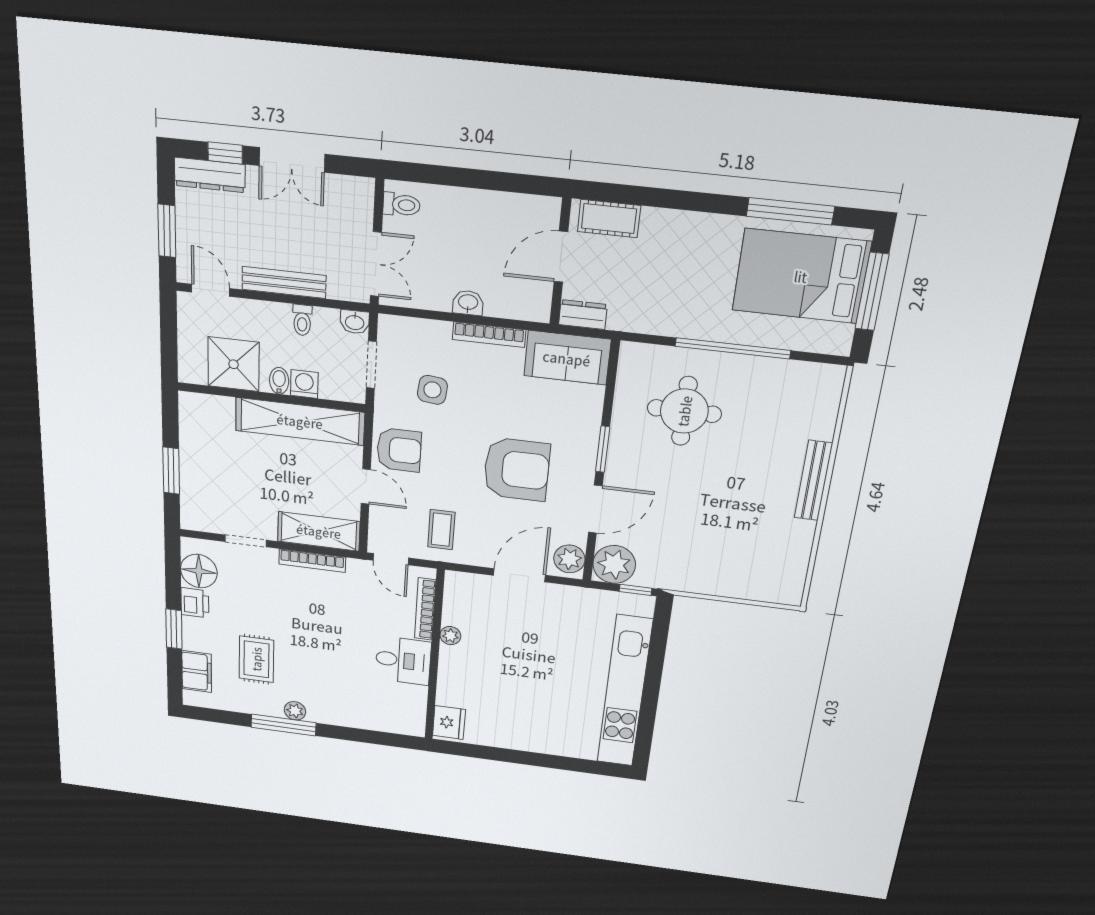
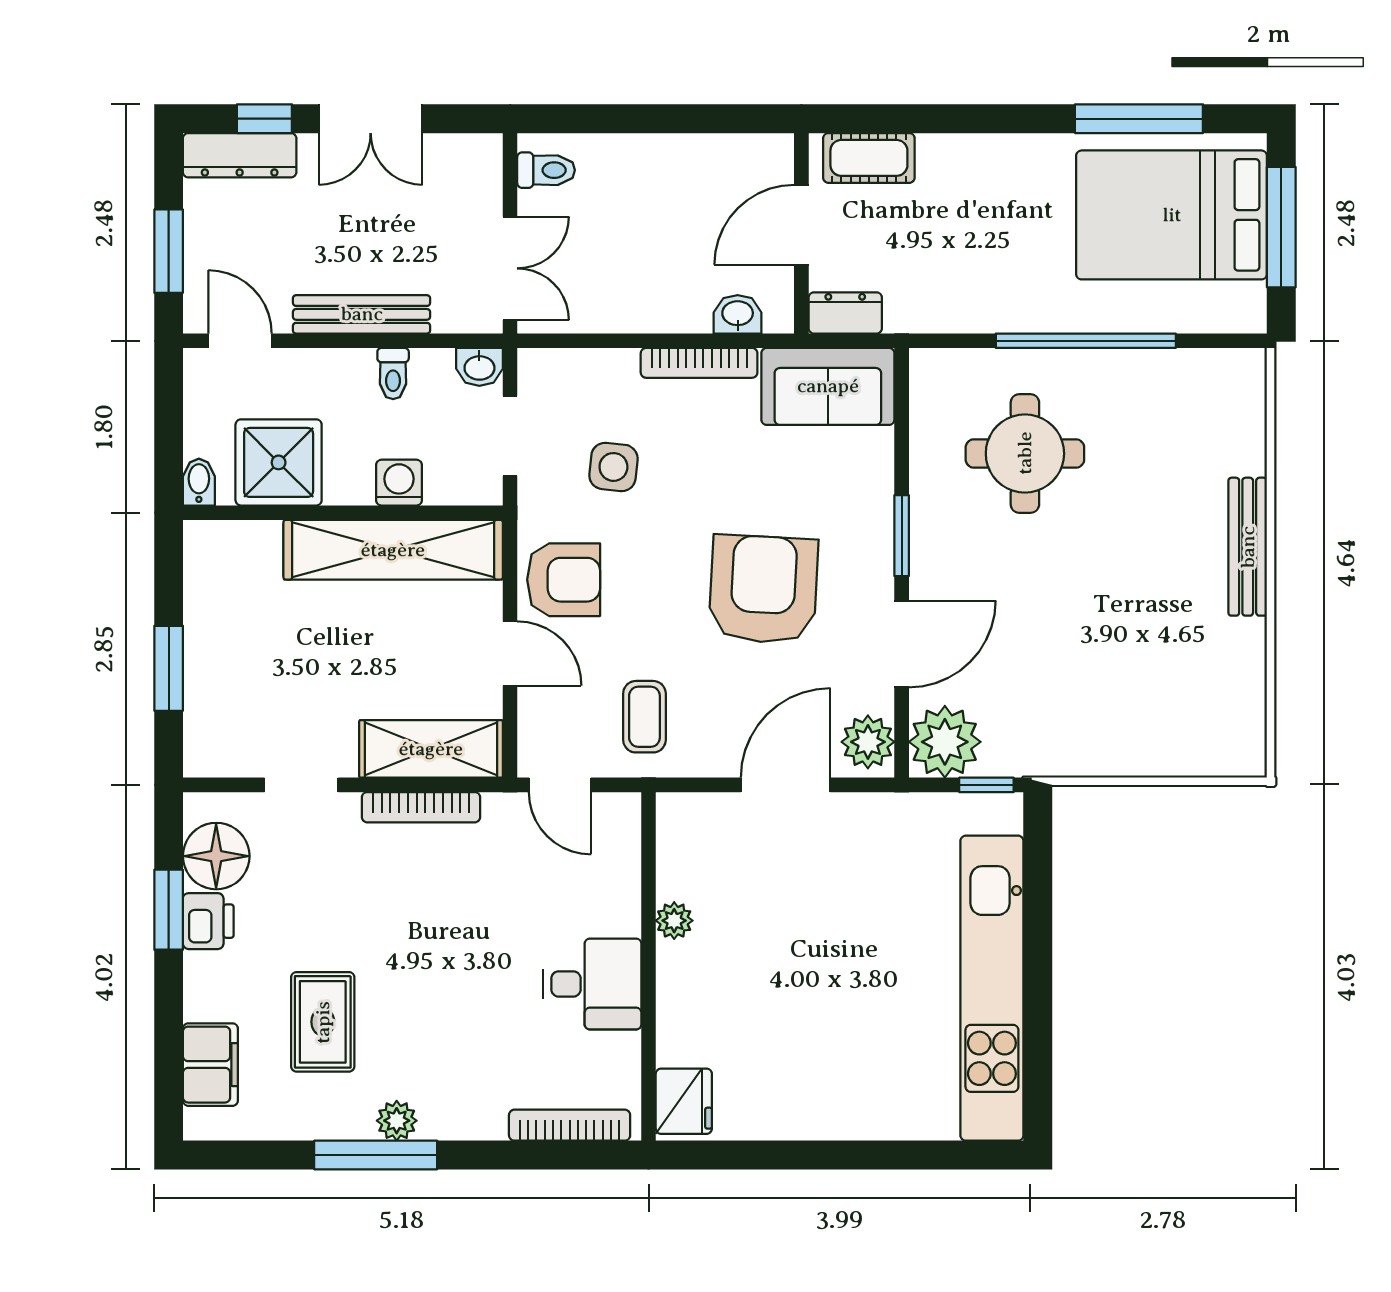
washbasin: (468, 303) -> (738, 314), moved
bidet: (279, 381) -> (199, 482), moved
armchair: (516, 469) -> (763, 589), turned -87
bookcase: (425, 609) -> (570, 1125), moved, turned 90
window: (174, 629) -> (169, 910), moved

